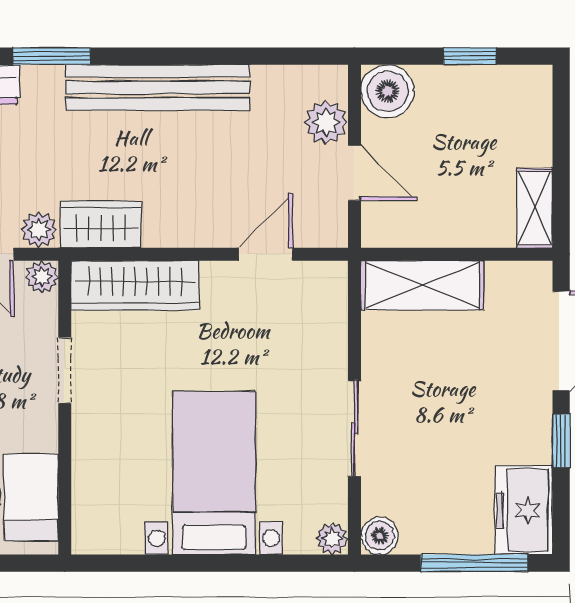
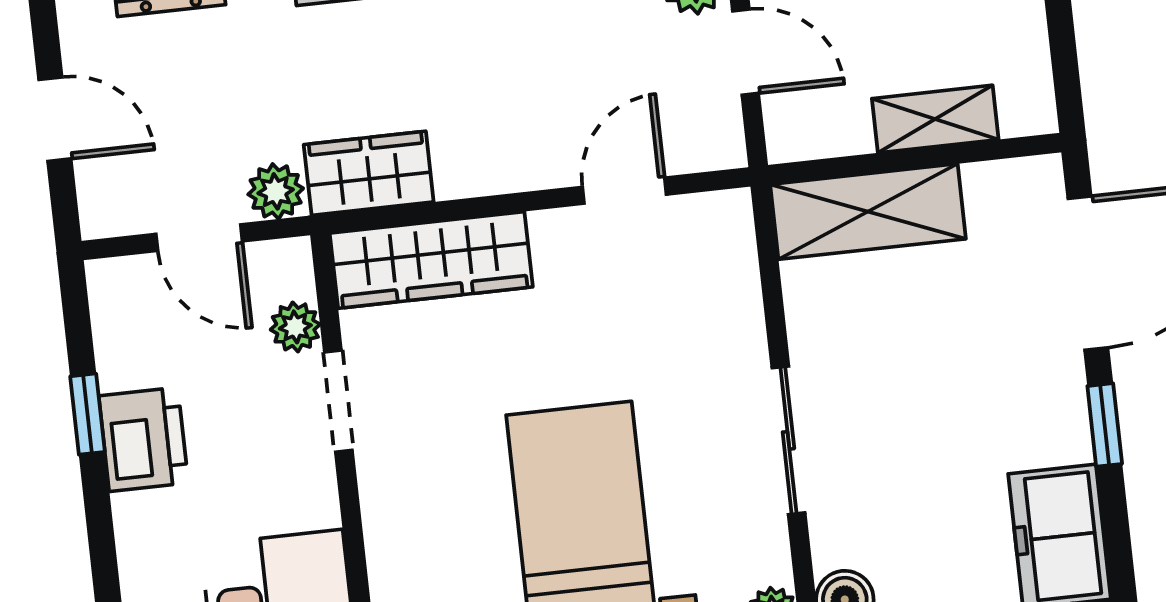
shelving: (535, 208) -> (935, 119), moved, turned 90
plant: (42, 277) -> (295, 327), moved

